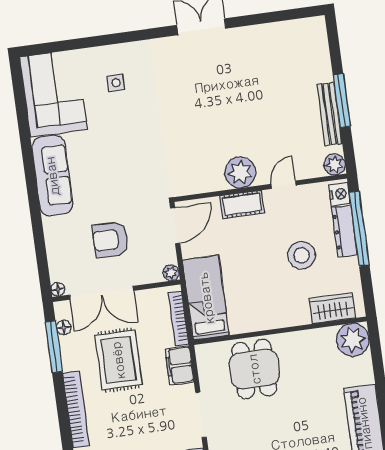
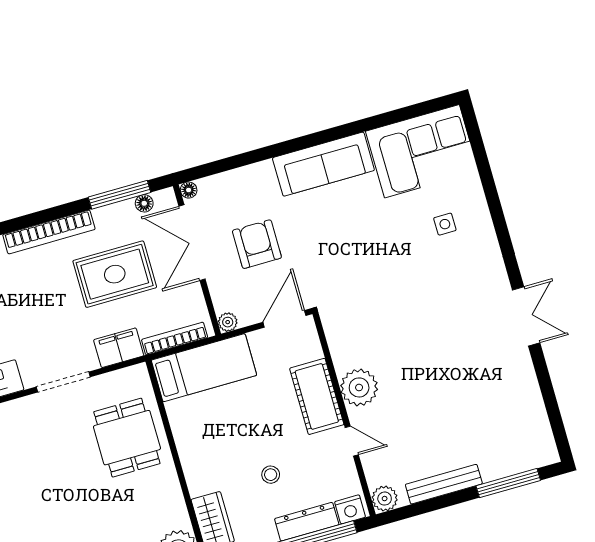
window: (342, 101) -> (508, 483), moved
cot: (242, 204) -> (317, 396), width x1.37, depth x1.34
door: (175, 226) -> (284, 319), swing flipped
stool: (301, 255) -> (271, 475), width x0.53, depth x0.53
dining table: (254, 369) -> (127, 438), turned 90

